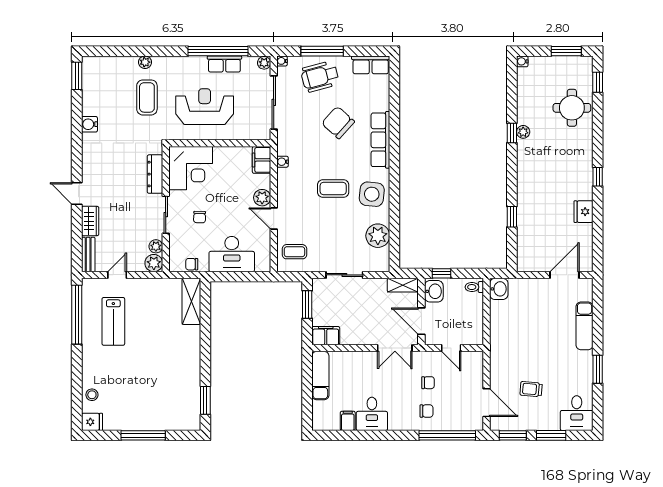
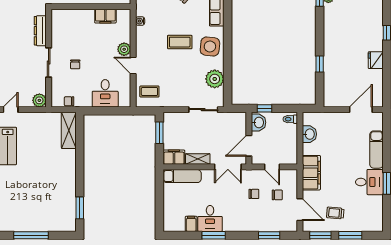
filing cabinet: (261, 160) -> (105, 16), moved, turned -90
corner desk: (191, 168) -> (68, 26), removed
plant: (156, 246) -> (41, 87), removed
desk: (232, 254) -> (105, 93), width x0.73
sliding door: (344, 275) -> (203, 110), moved
shelving: (403, 285) -> (198, 159), moved
washbasin: (499, 289) -> (309, 134), moved
door: (421, 321) -> (249, 146), hinge flipped
filing cabinet: (501, 355) -> (311, 173), added
exam couch: (320, 376) -> (182, 176), moved, turned 90
trolley: (531, 389) -> (335, 213), moved
chair: (426, 411) -> (277, 195), moved
desk: (577, 413) -> (369, 182), moved, turned -90
window: (377, 435) -> (214, 235), added
window: (447, 435) -> (269, 235), width x0.47

